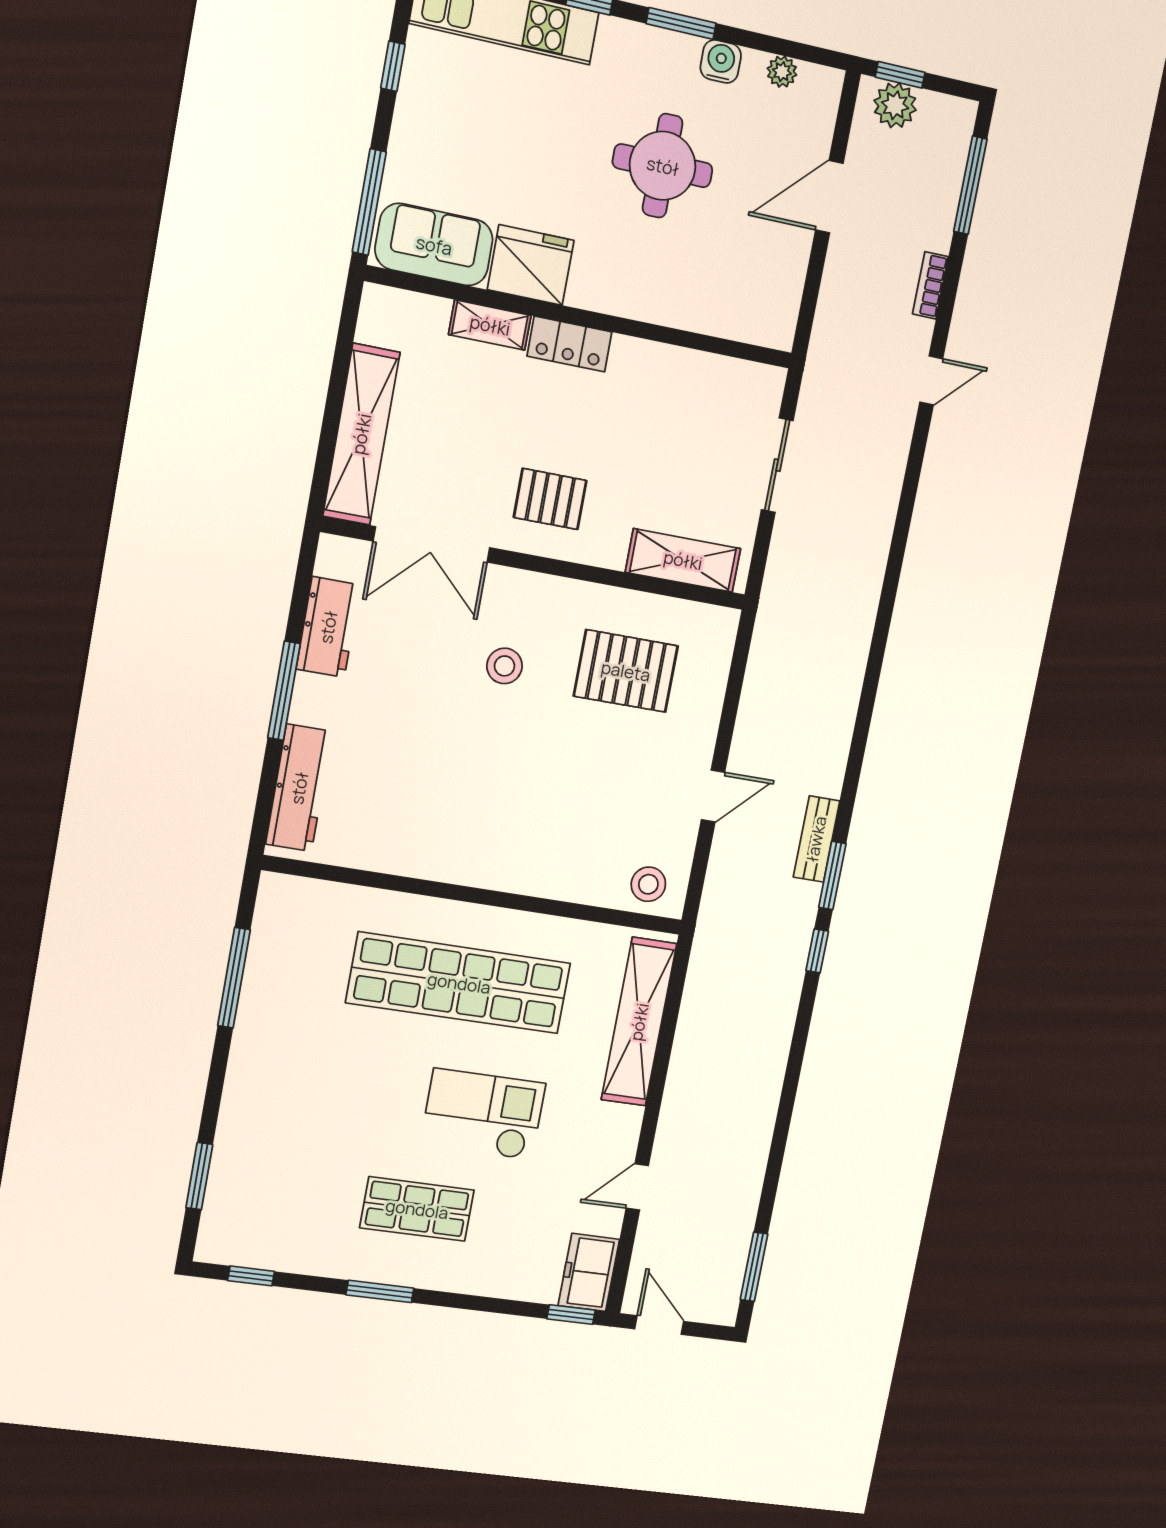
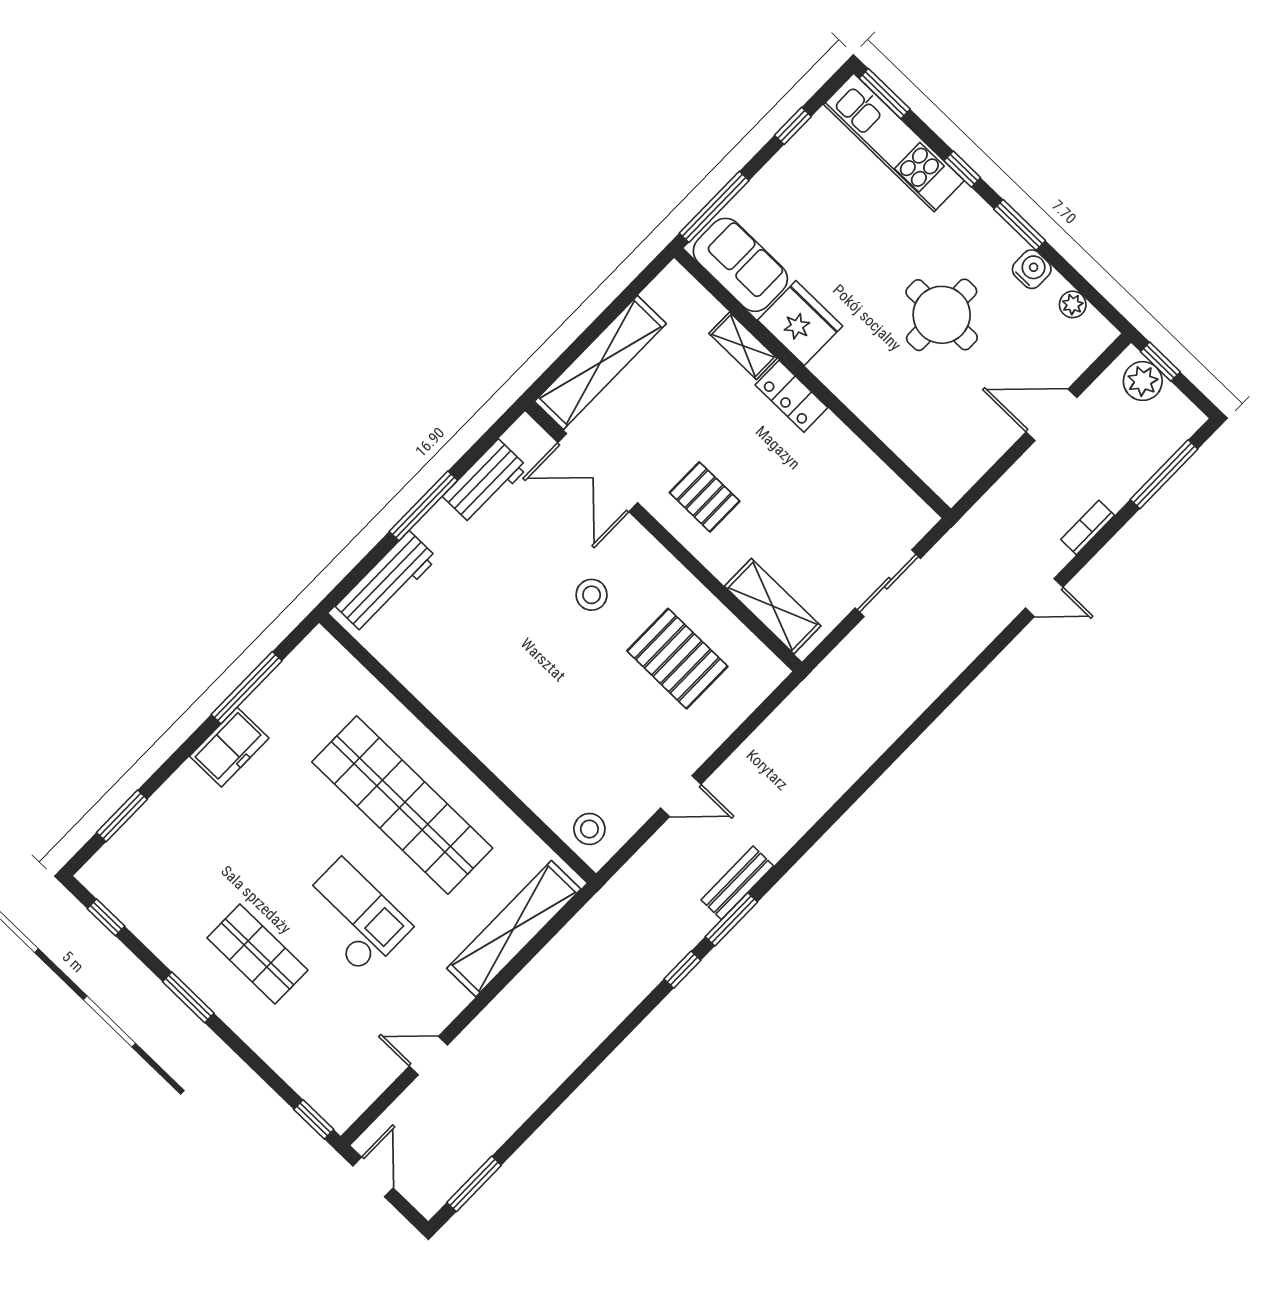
freezer: (589, 1272) -> (229, 747), moved, turned 180

